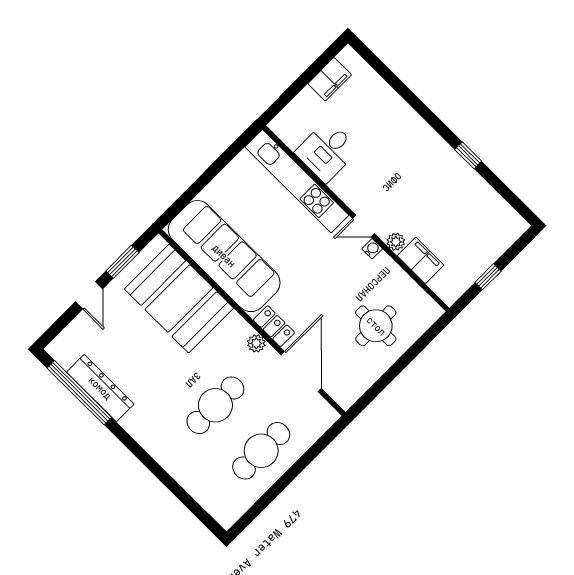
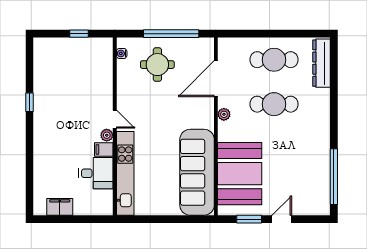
plant: (396, 242) -> (107, 135), moved
water cooler: (372, 249) -> (122, 53), moved
filing cabinet: (420, 260) -> (104, 149), moved, width x0.50
locker: (274, 326) -> (207, 114), removed
window: (393, 372) -> (171, 34), added
dresser: (100, 388) -> (322, 63), moved

